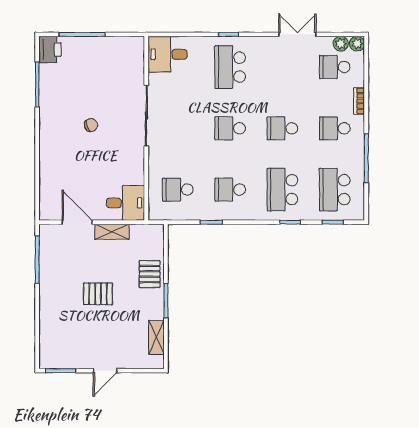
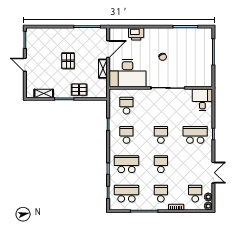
printer: (50, 50) -> (136, 34), moved
desk: (126, 203) -> (128, 73), width x1.87, depth x1.30

